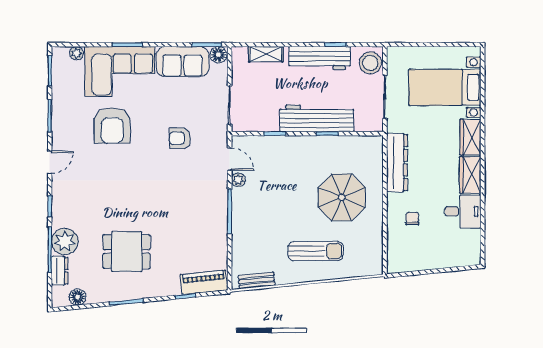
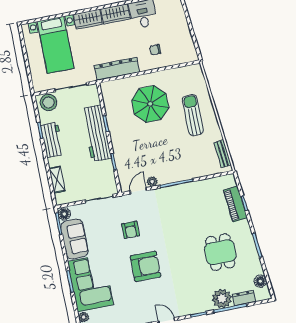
workbench: (320, 58) -> (52, 140), width x0.73
armchair: (112, 125) -> (146, 266), moved
piano: (204, 282) -> (235, 204), moved

